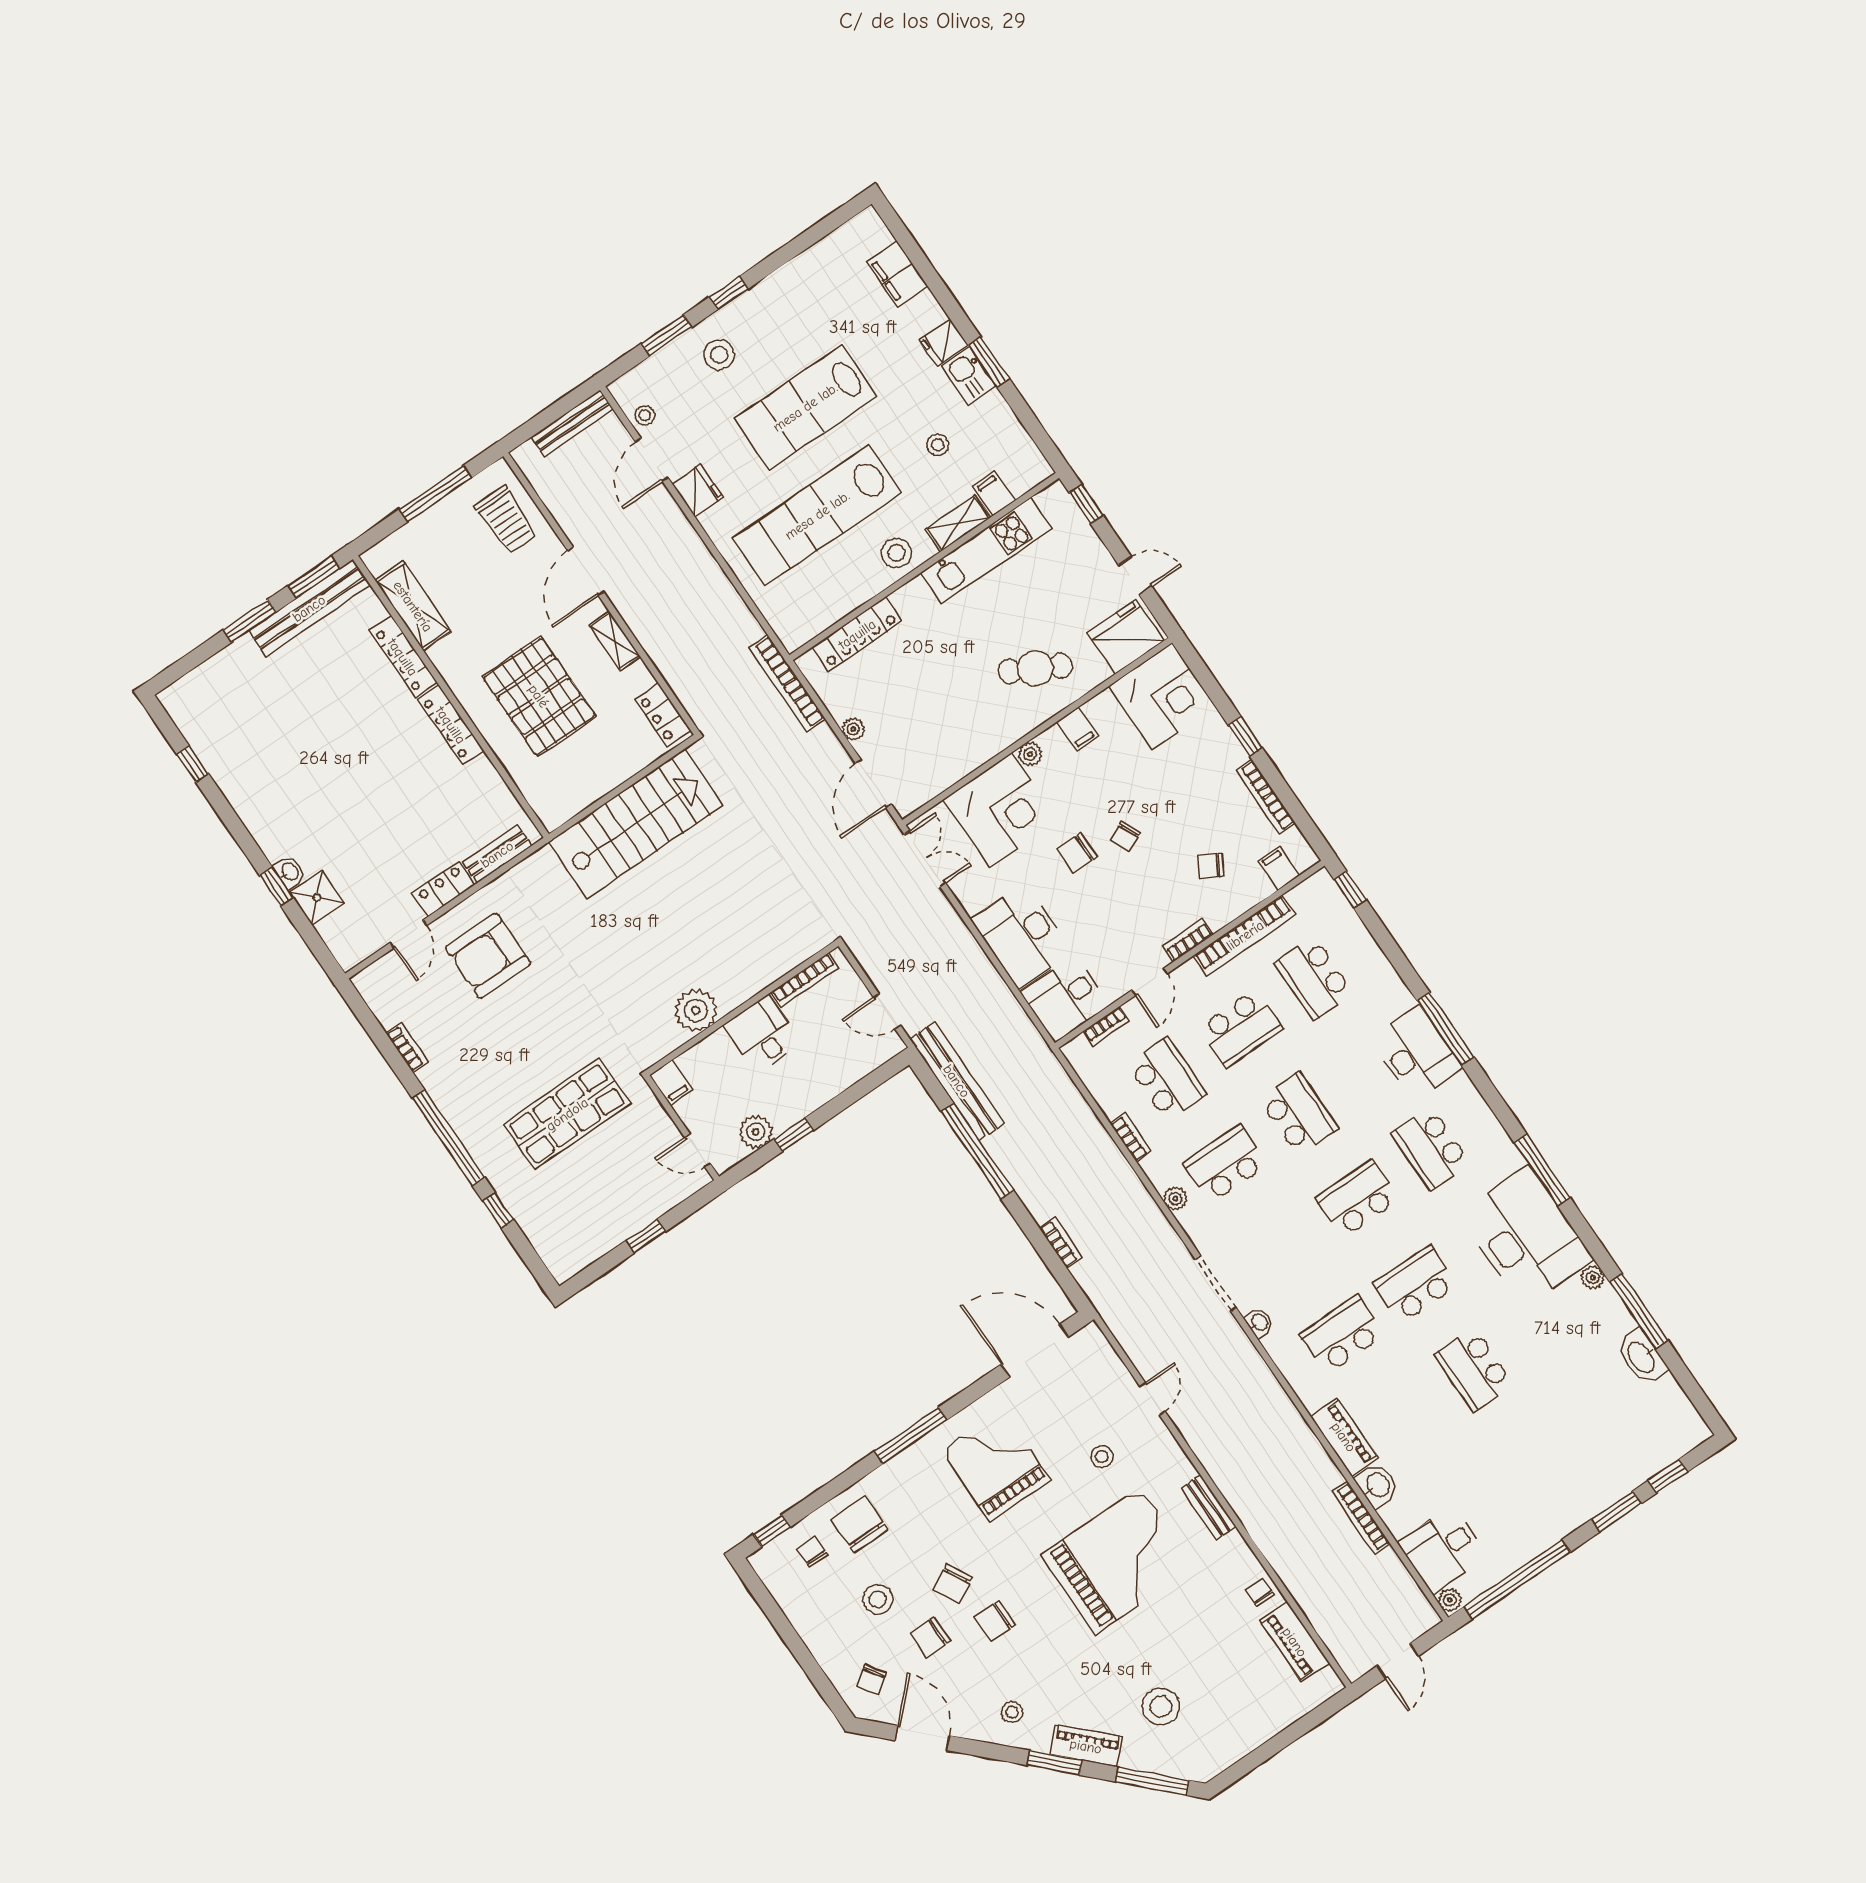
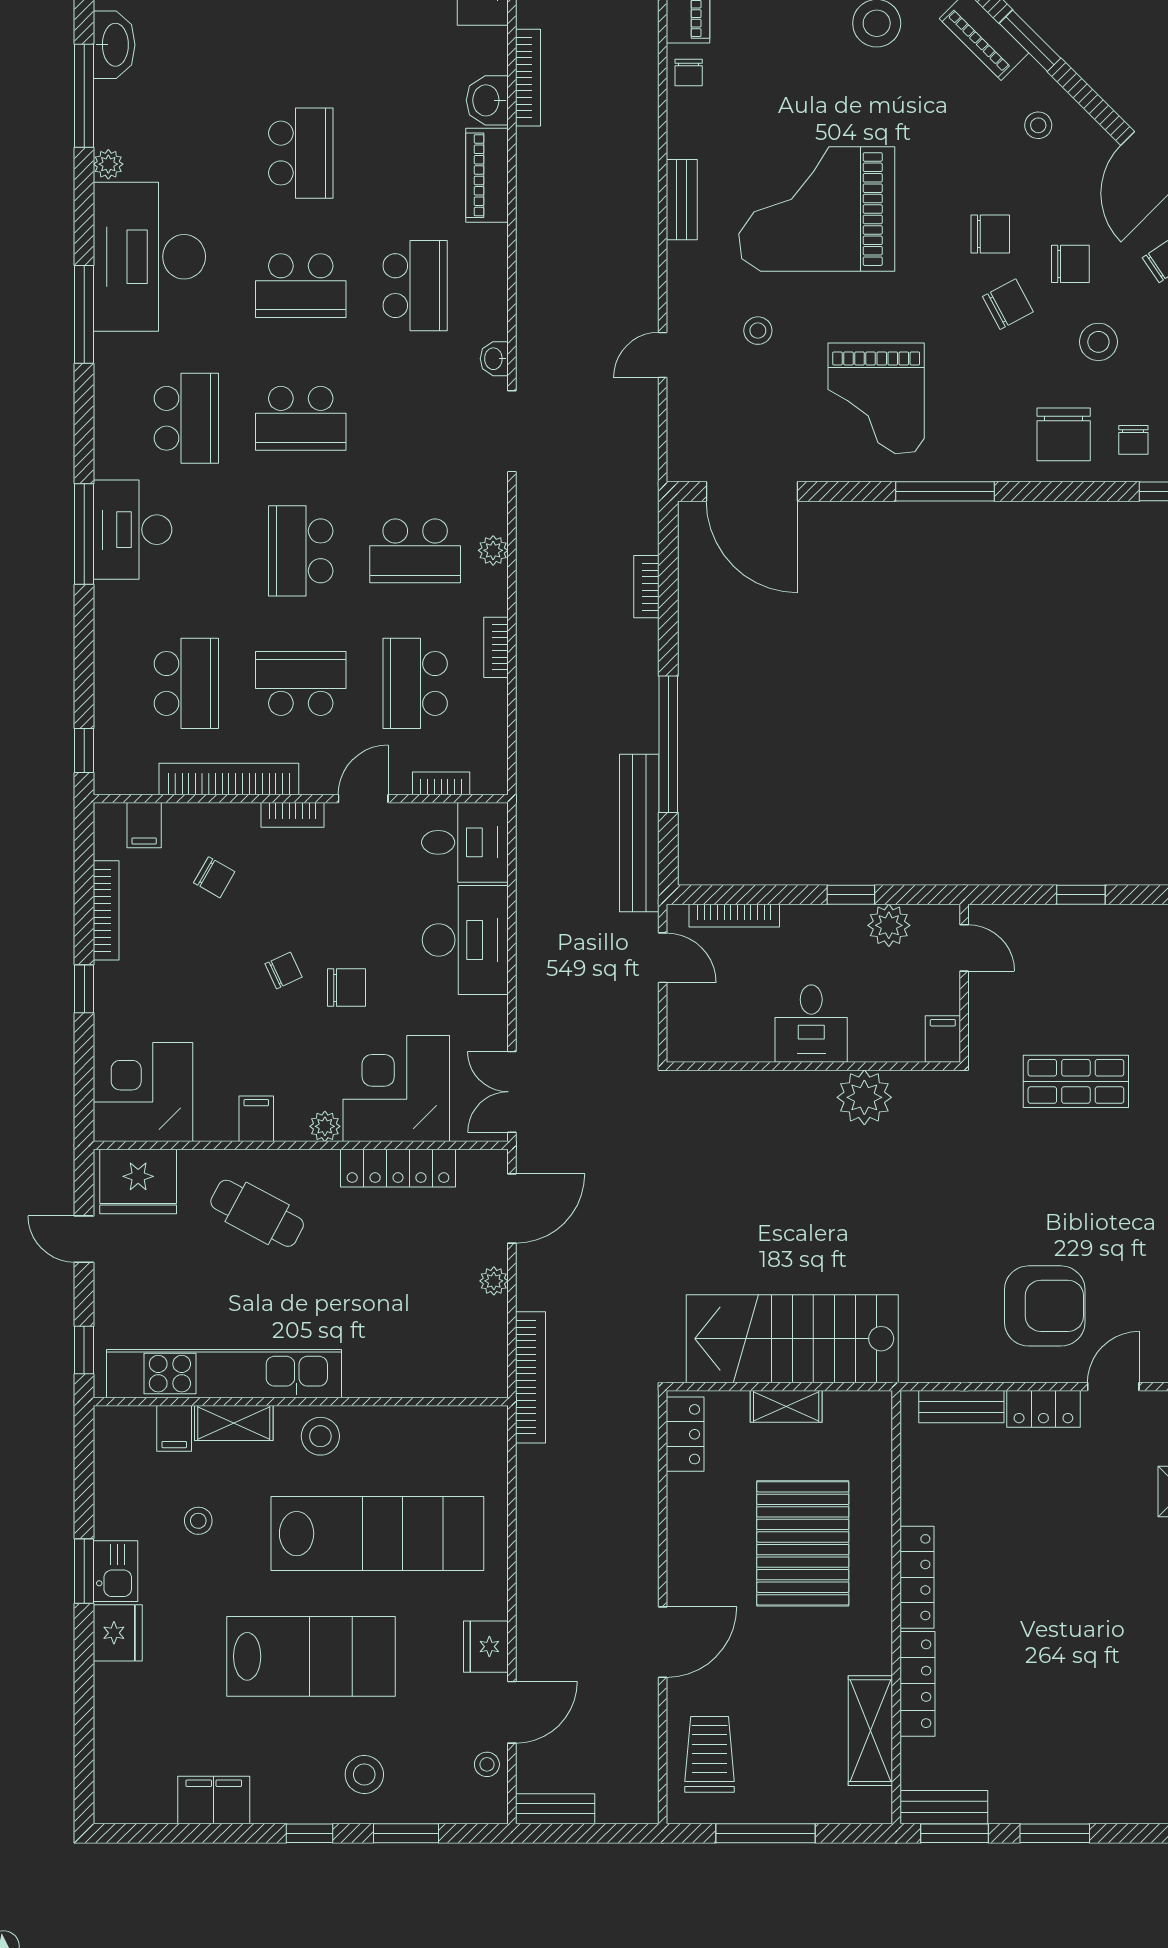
filing cabinet: (897, 274) -> (214, 1800), moved, turned -90
fridge: (944, 342) -> (118, 1633), width x1.38
bench: (572, 423) -> (555, 1809), width x0.73
kitchen unit: (986, 551) -> (224, 1374), width x1.36
bench: (309, 608) -> (944, 1807), width x0.54, depth x0.82
locker: (857, 634) -> (398, 1168), moved, turned 180
shelving: (615, 641) -> (786, 1406), moved, turned 90
bookcase: (804, 980) -> (734, 916), moved, turned 180
shop shelf: (567, 1114) -> (1076, 1081), width x0.70, depth x0.74
school desk: (1342, 1335) -> (415, 286), turned -90

